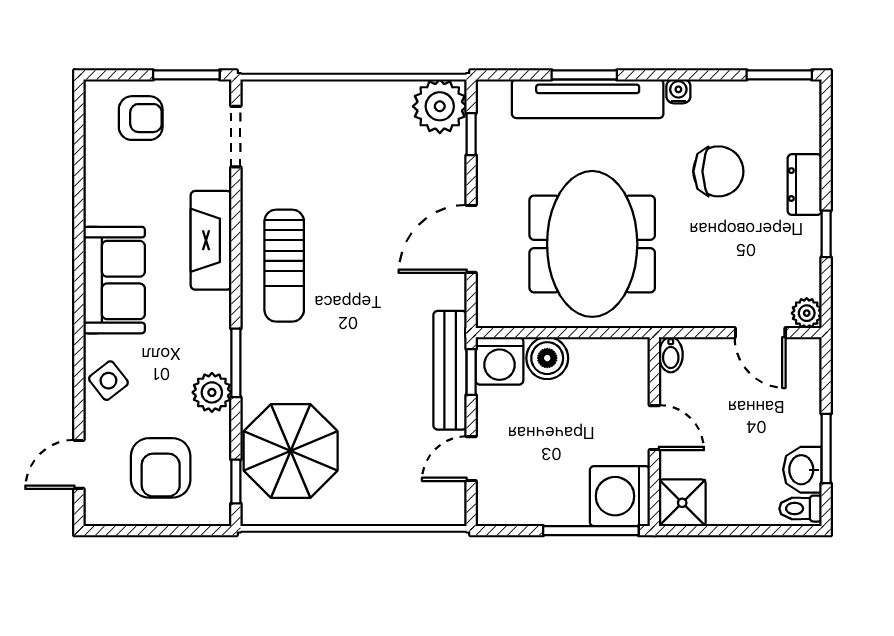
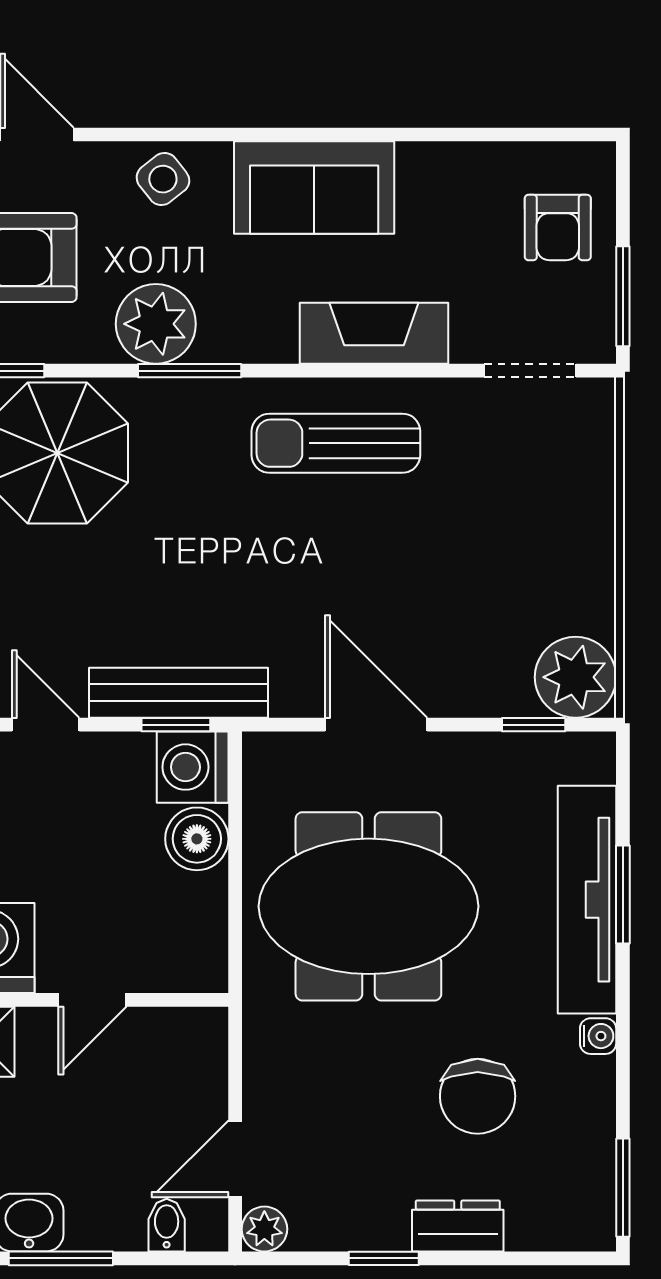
bidet: (671, 355) -> (167, 1225), moved, turned 90
plant: (212, 392) -> (156, 324), width x1.36, depth x1.36

